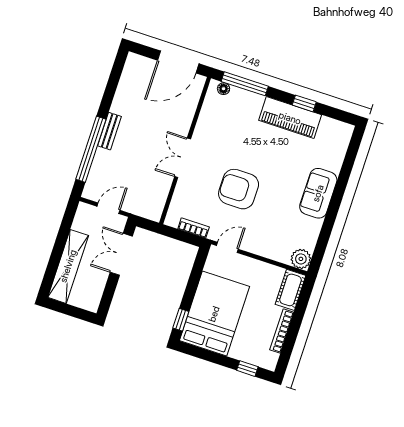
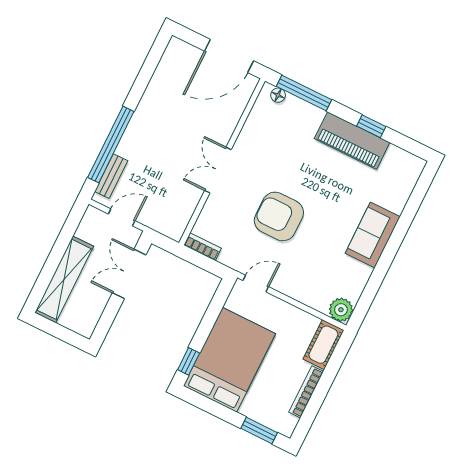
bench: (110, 131) -> (111, 176), moved
bookcase: (194, 228) -> (202, 247), moved
window: (247, 369) -> (259, 430), width x1.50

